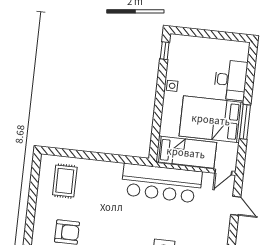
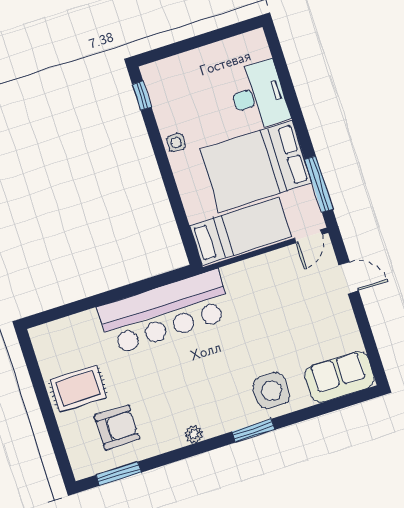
window: (245, 122) -> (319, 184), moved
rug: (65, 181) -> (78, 388), moved, turned 90
bar counter: (162, 183) -> (165, 312), moved

